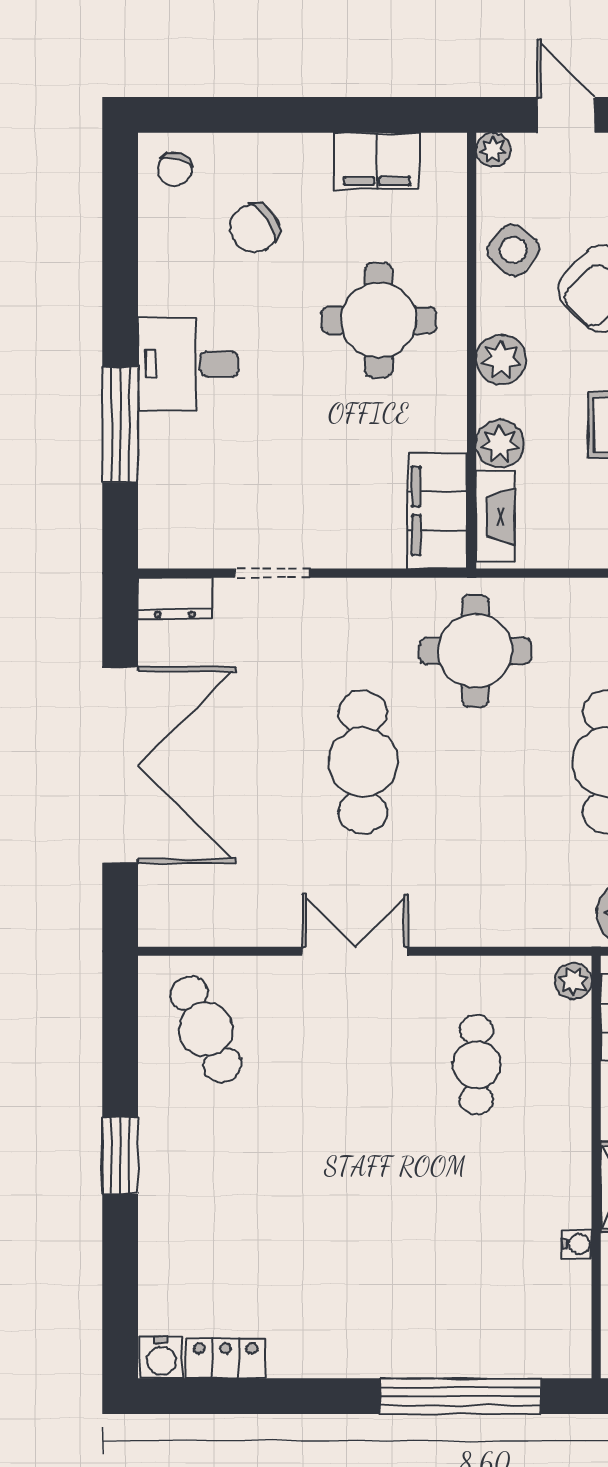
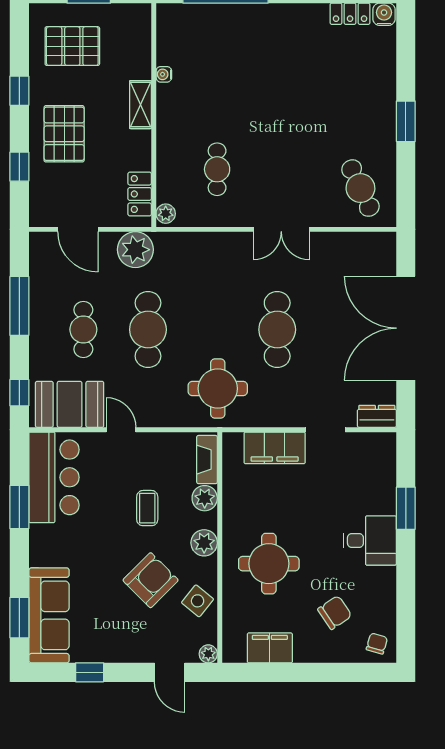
window: (120, 425) -> (406, 508), width x0.69
filing cabinet: (437, 511) -> (275, 448), moved, turned 90

